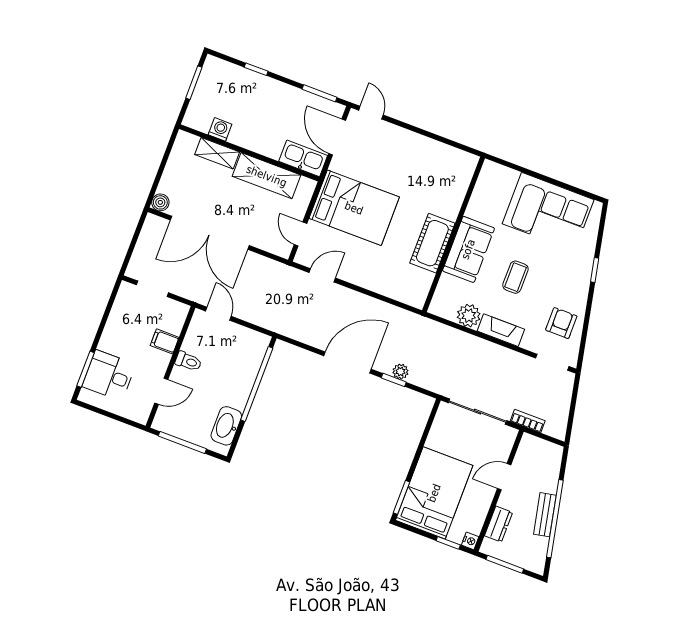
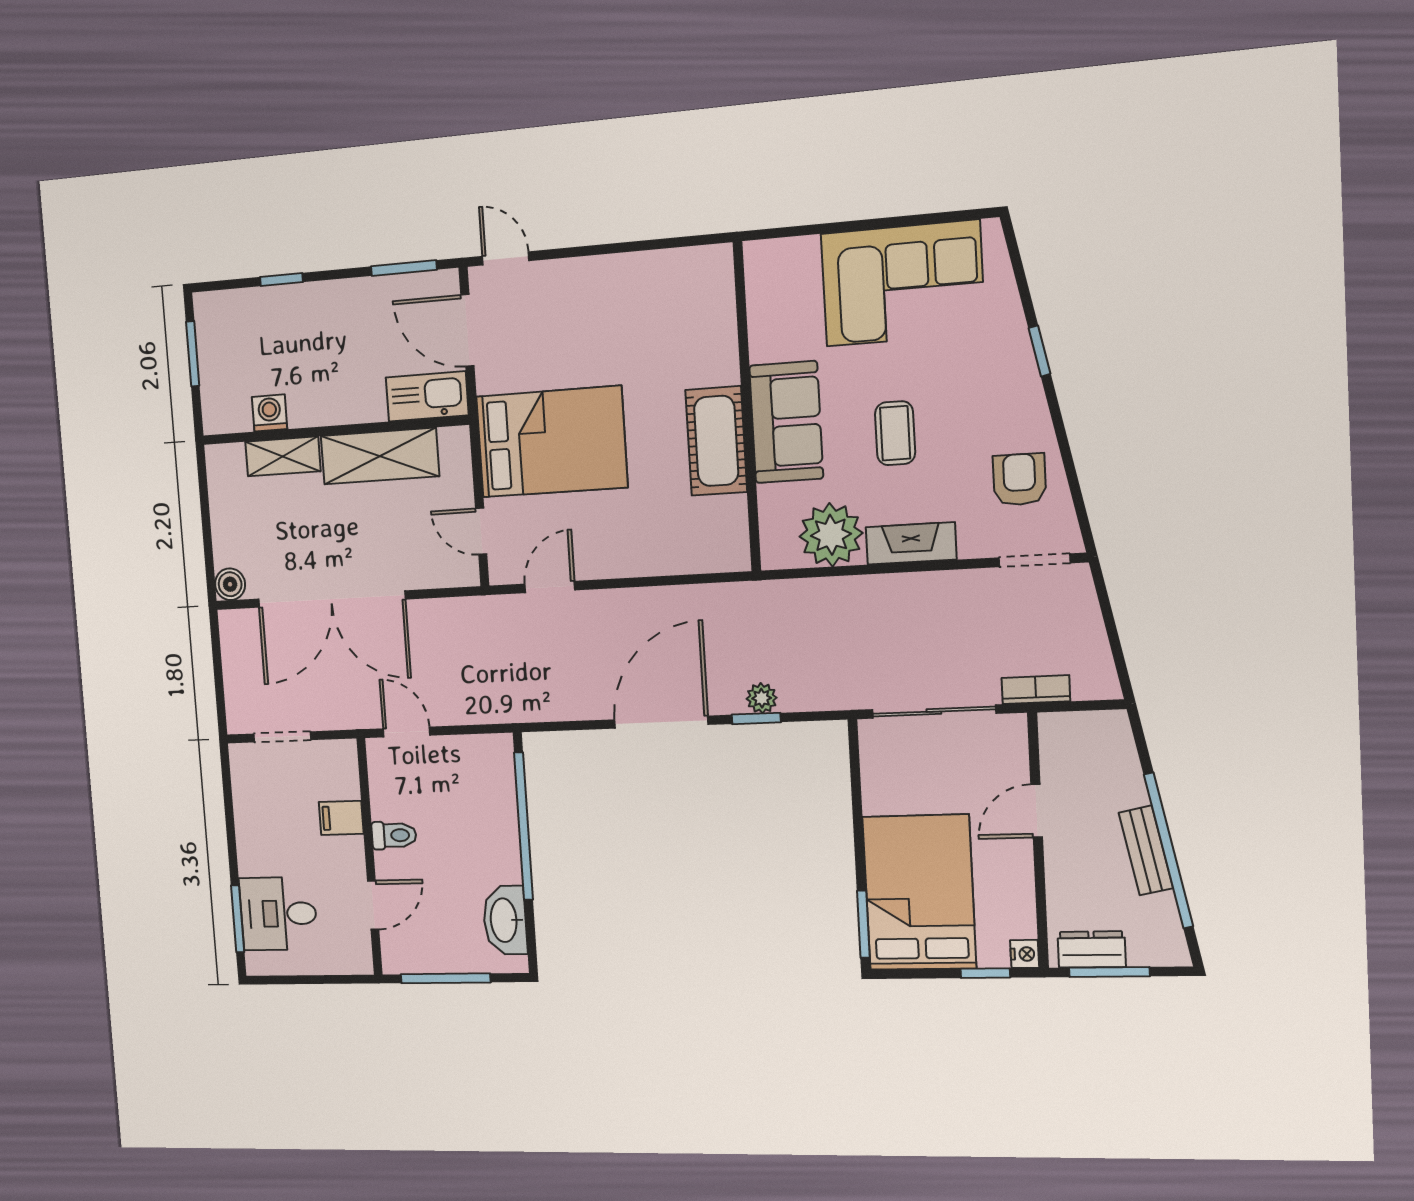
plant: (469, 316) -> (831, 535), width x1.36, depth x1.36
dresser: (499, 524) -> (1092, 949), moved, turned -90

